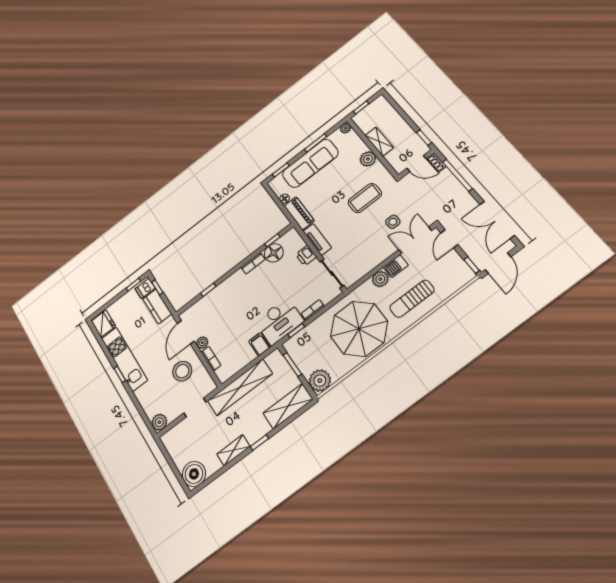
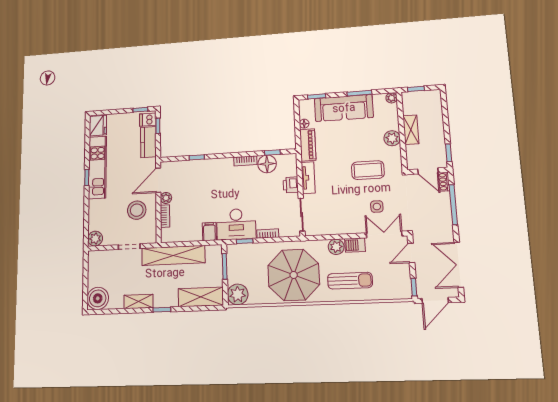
sun lounger: (412, 299) -> (350, 281), turned 180

